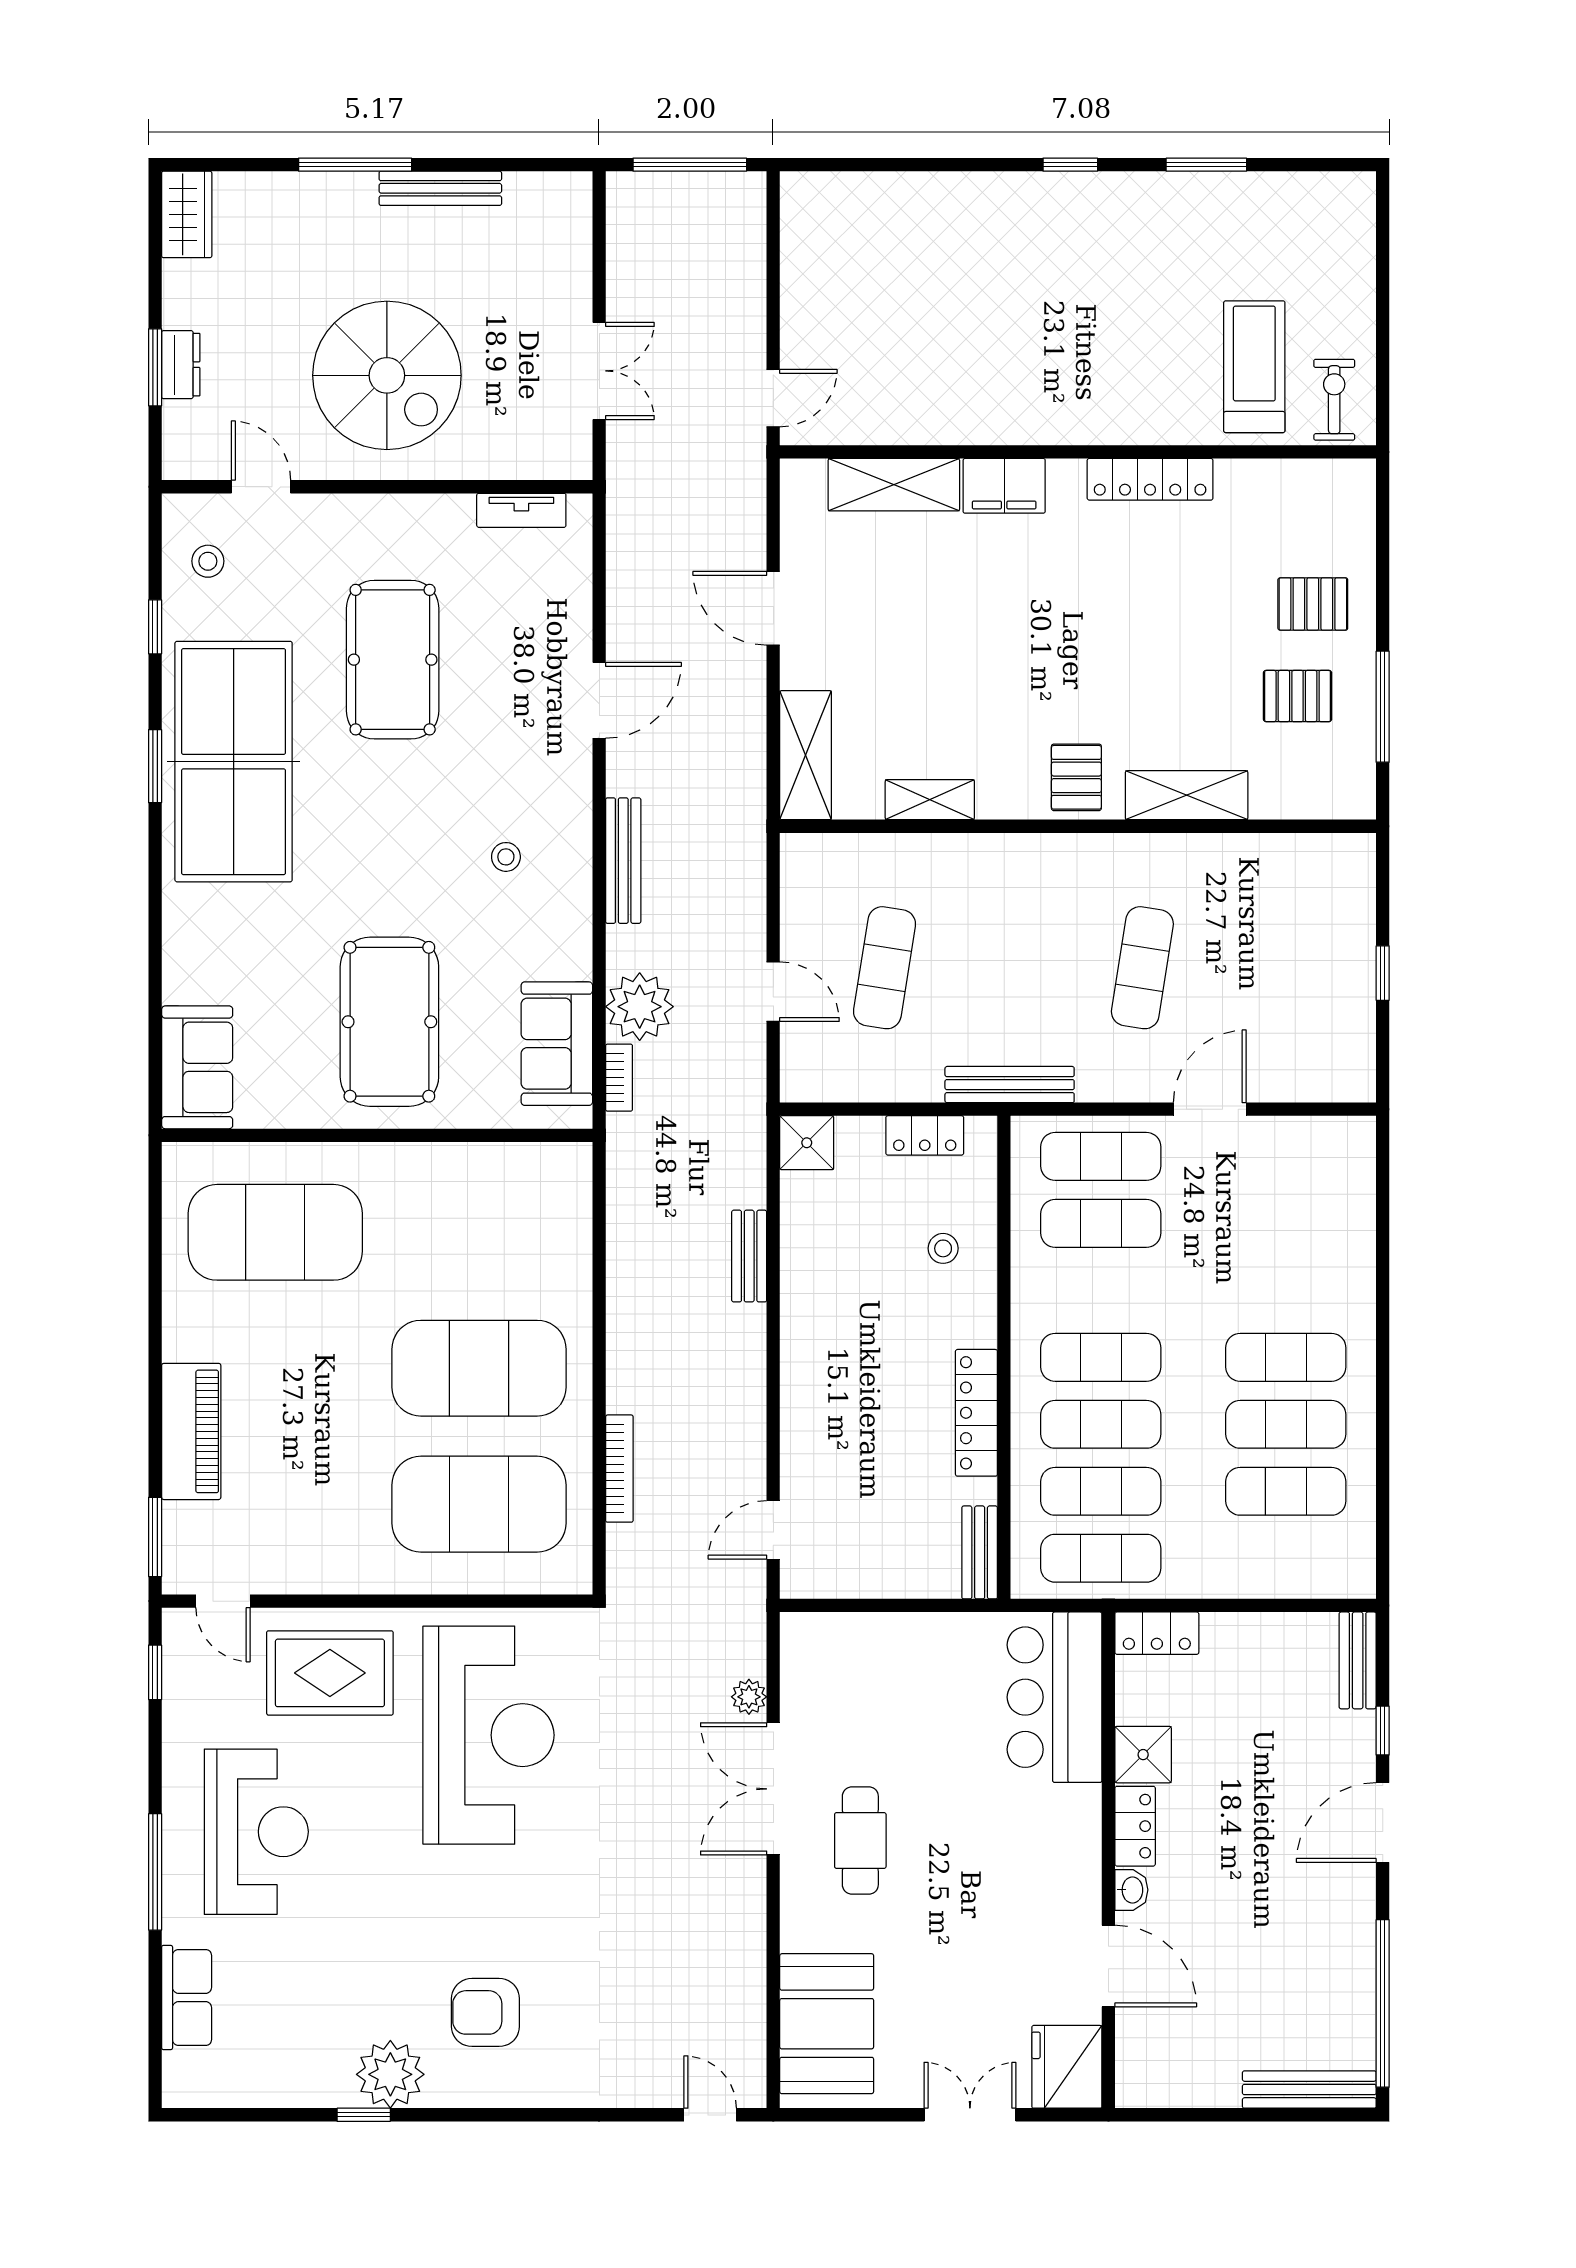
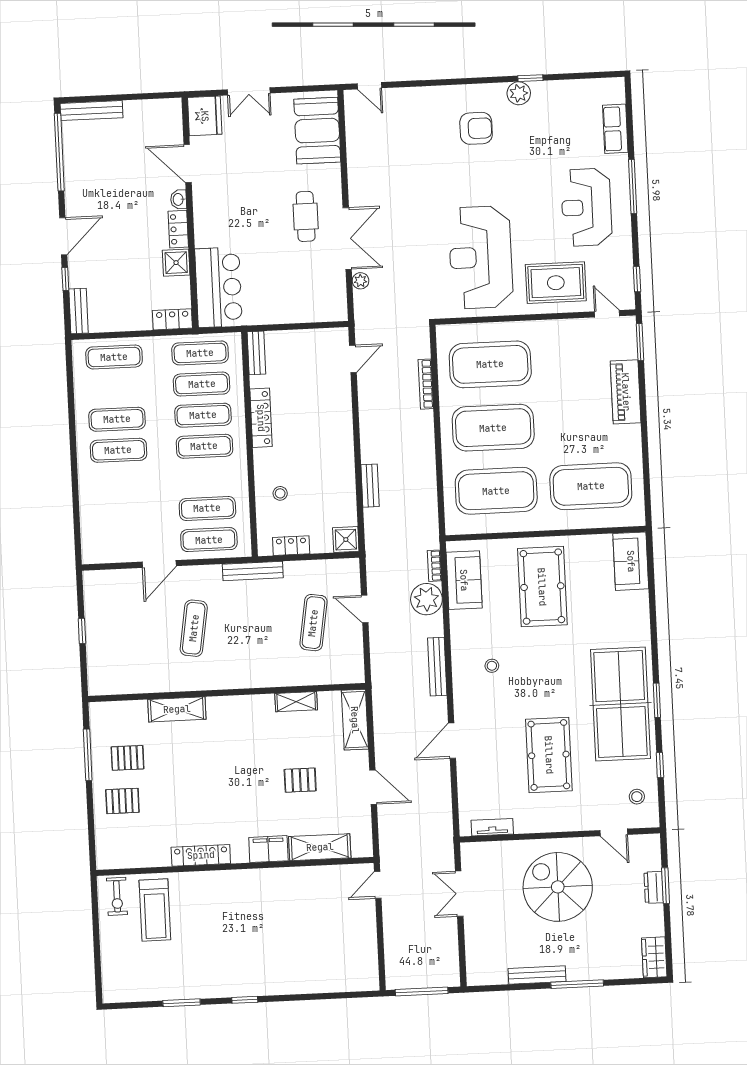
pallet: (1076, 777) -> (300, 780), moved, turned 90
exercise mat: (479, 1232) -> (496, 491), added
exercise mat: (1286, 1491) -> (114, 357), moved
plant: (390, 2074) -> (519, 93), width x0.73, depth x0.73

